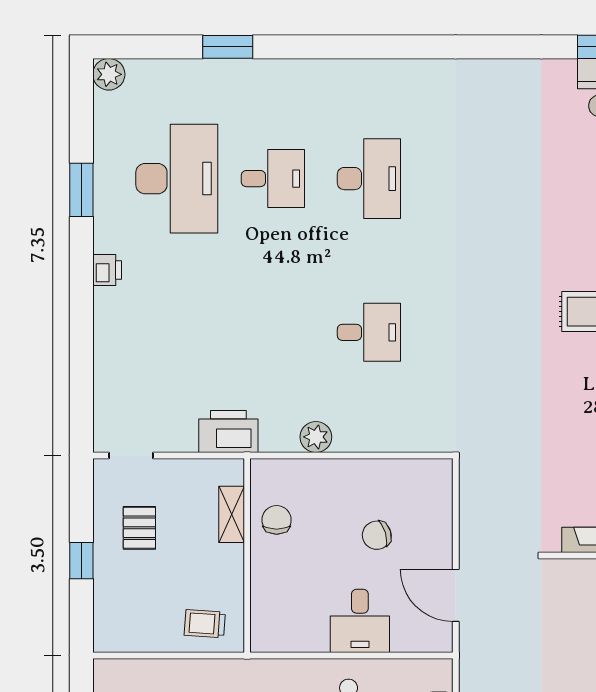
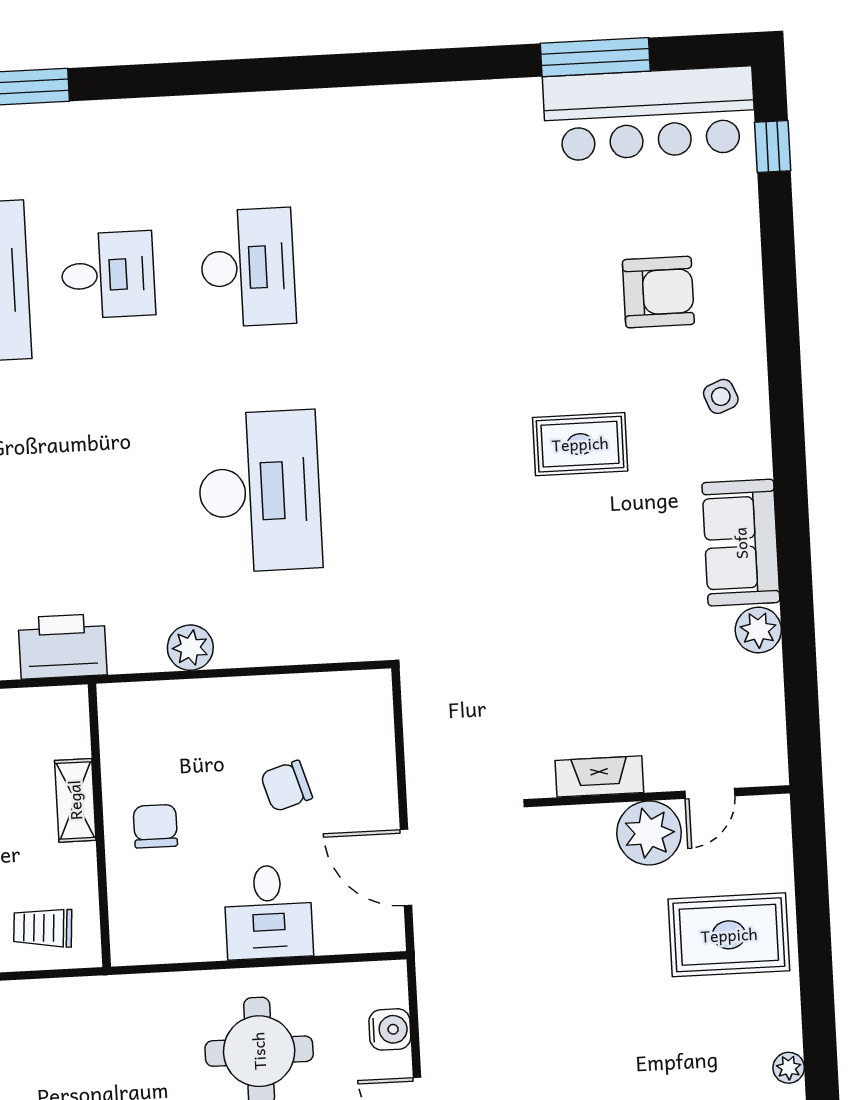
desk: (369, 332) -> (259, 491), width x1.87, depth x1.30
shelving: (232, 514) -> (75, 800), moved
chair: (277, 520) -> (155, 826), moved

